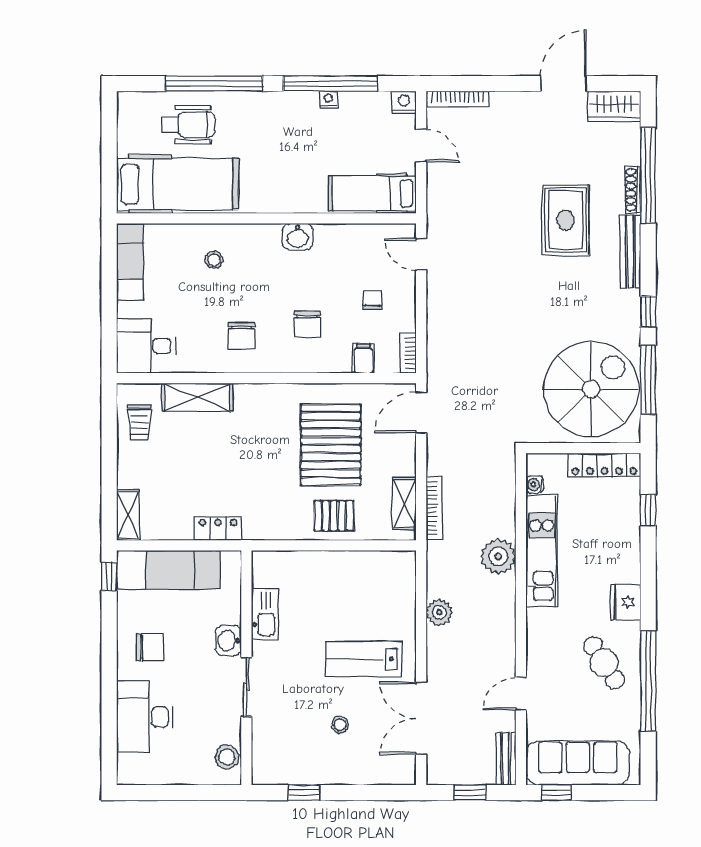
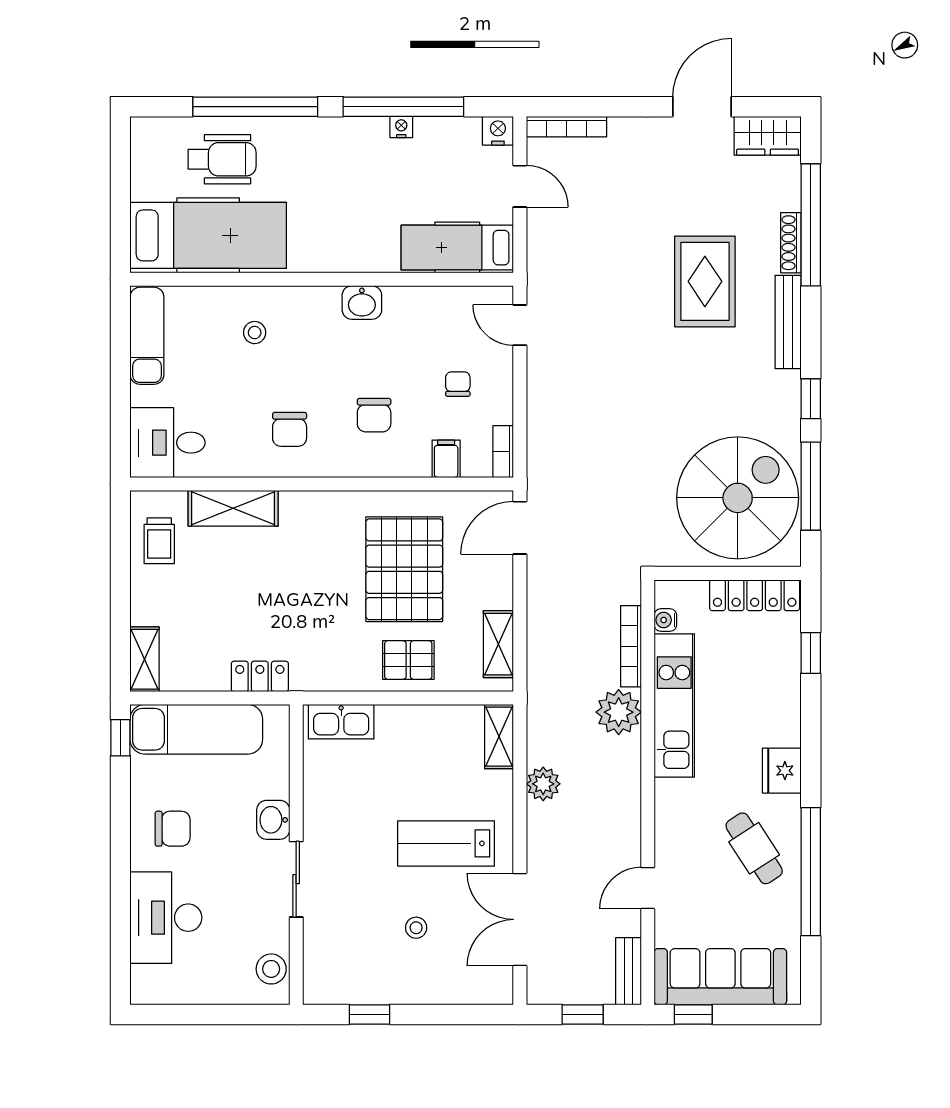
bookcase: (434, 508) -> (631, 646), moved, turned 180
shelving: (405, 575) -> (499, 737), added
kitchen sink: (265, 614) -> (341, 722), moved, turned 90

